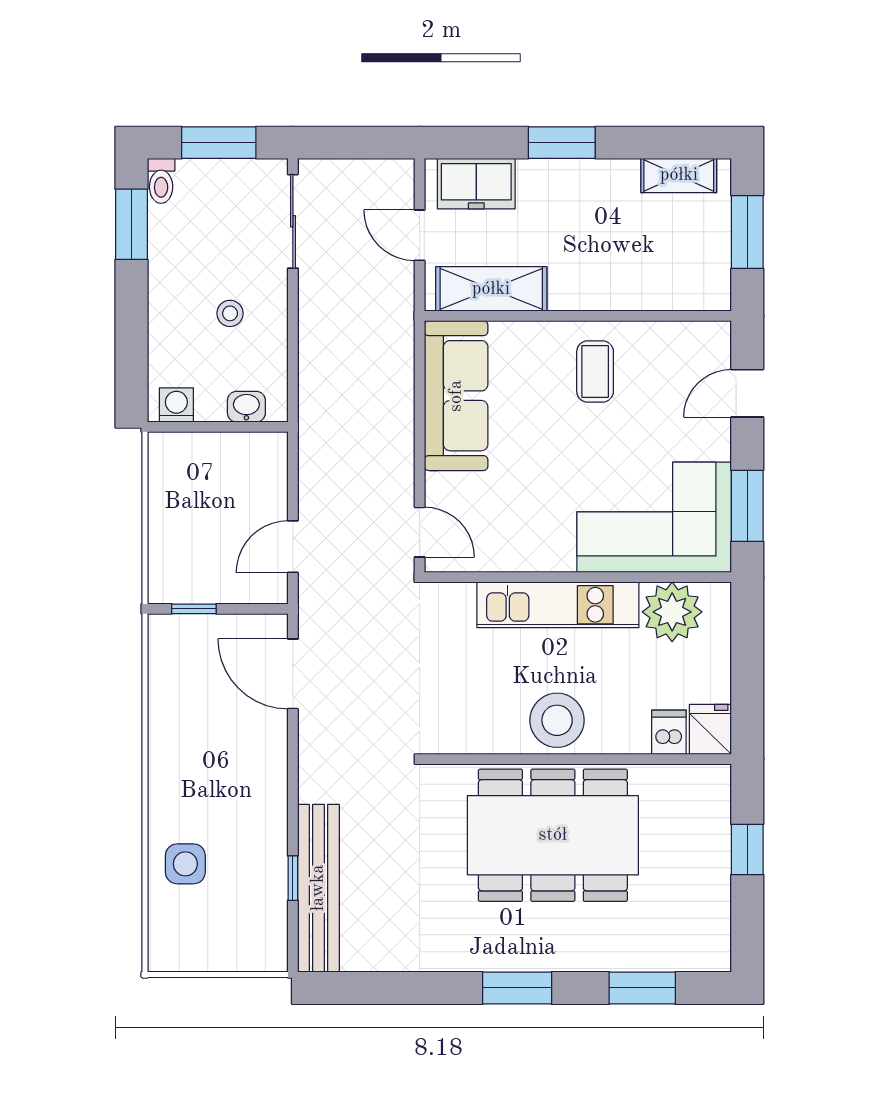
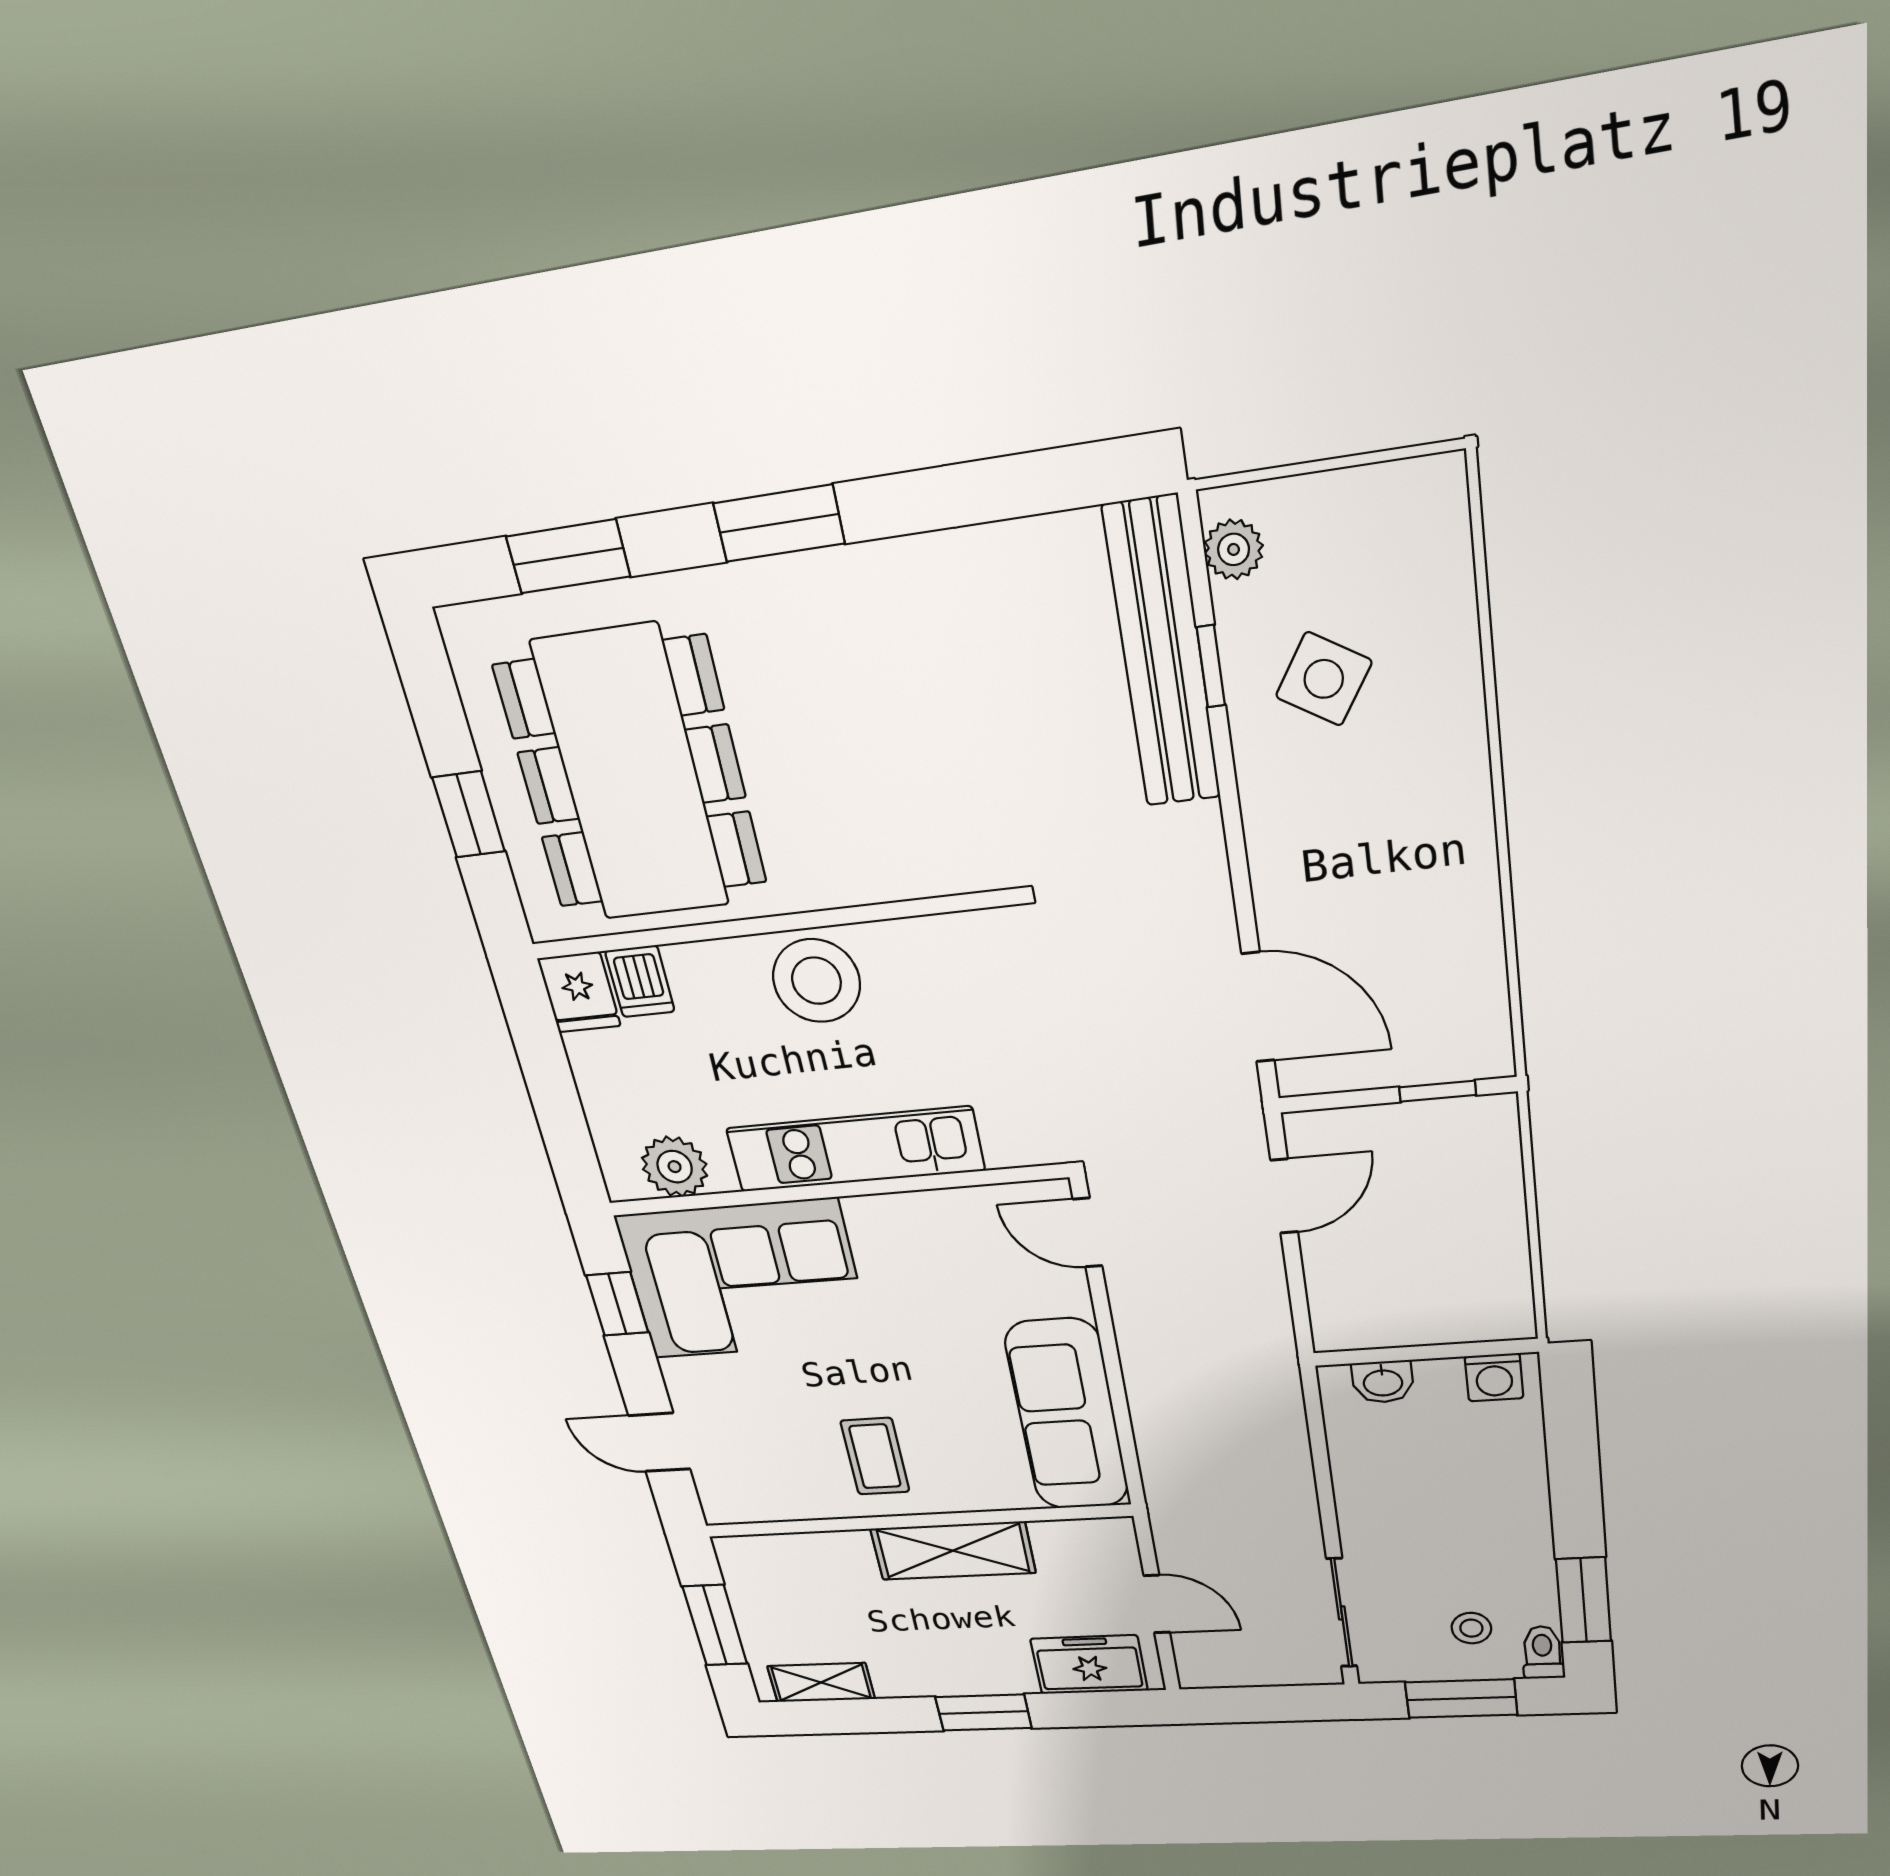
shelving: (491, 289) -> (953, 1551), moved
stool: (230, 313) -> (1471, 1628), moved
door: (747, 393) -> (659, 1442), swing flipped
window: (747, 506) -> (617, 1304), width x0.67
plant: (672, 612) -> (675, 1167), width x0.73, depth x0.73
dining table: (553, 835) -> (631, 775), moved, turned 90
side table: (185, 864) -> (1324, 679), moved, turned 32
plant: (272, 939) -> (1234, 549), added

